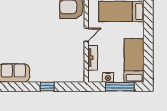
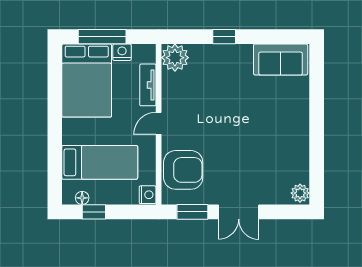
bed: (134, 60) -> (87, 81), width x1.50
plant: (76, 74) -> (175, 58), added

